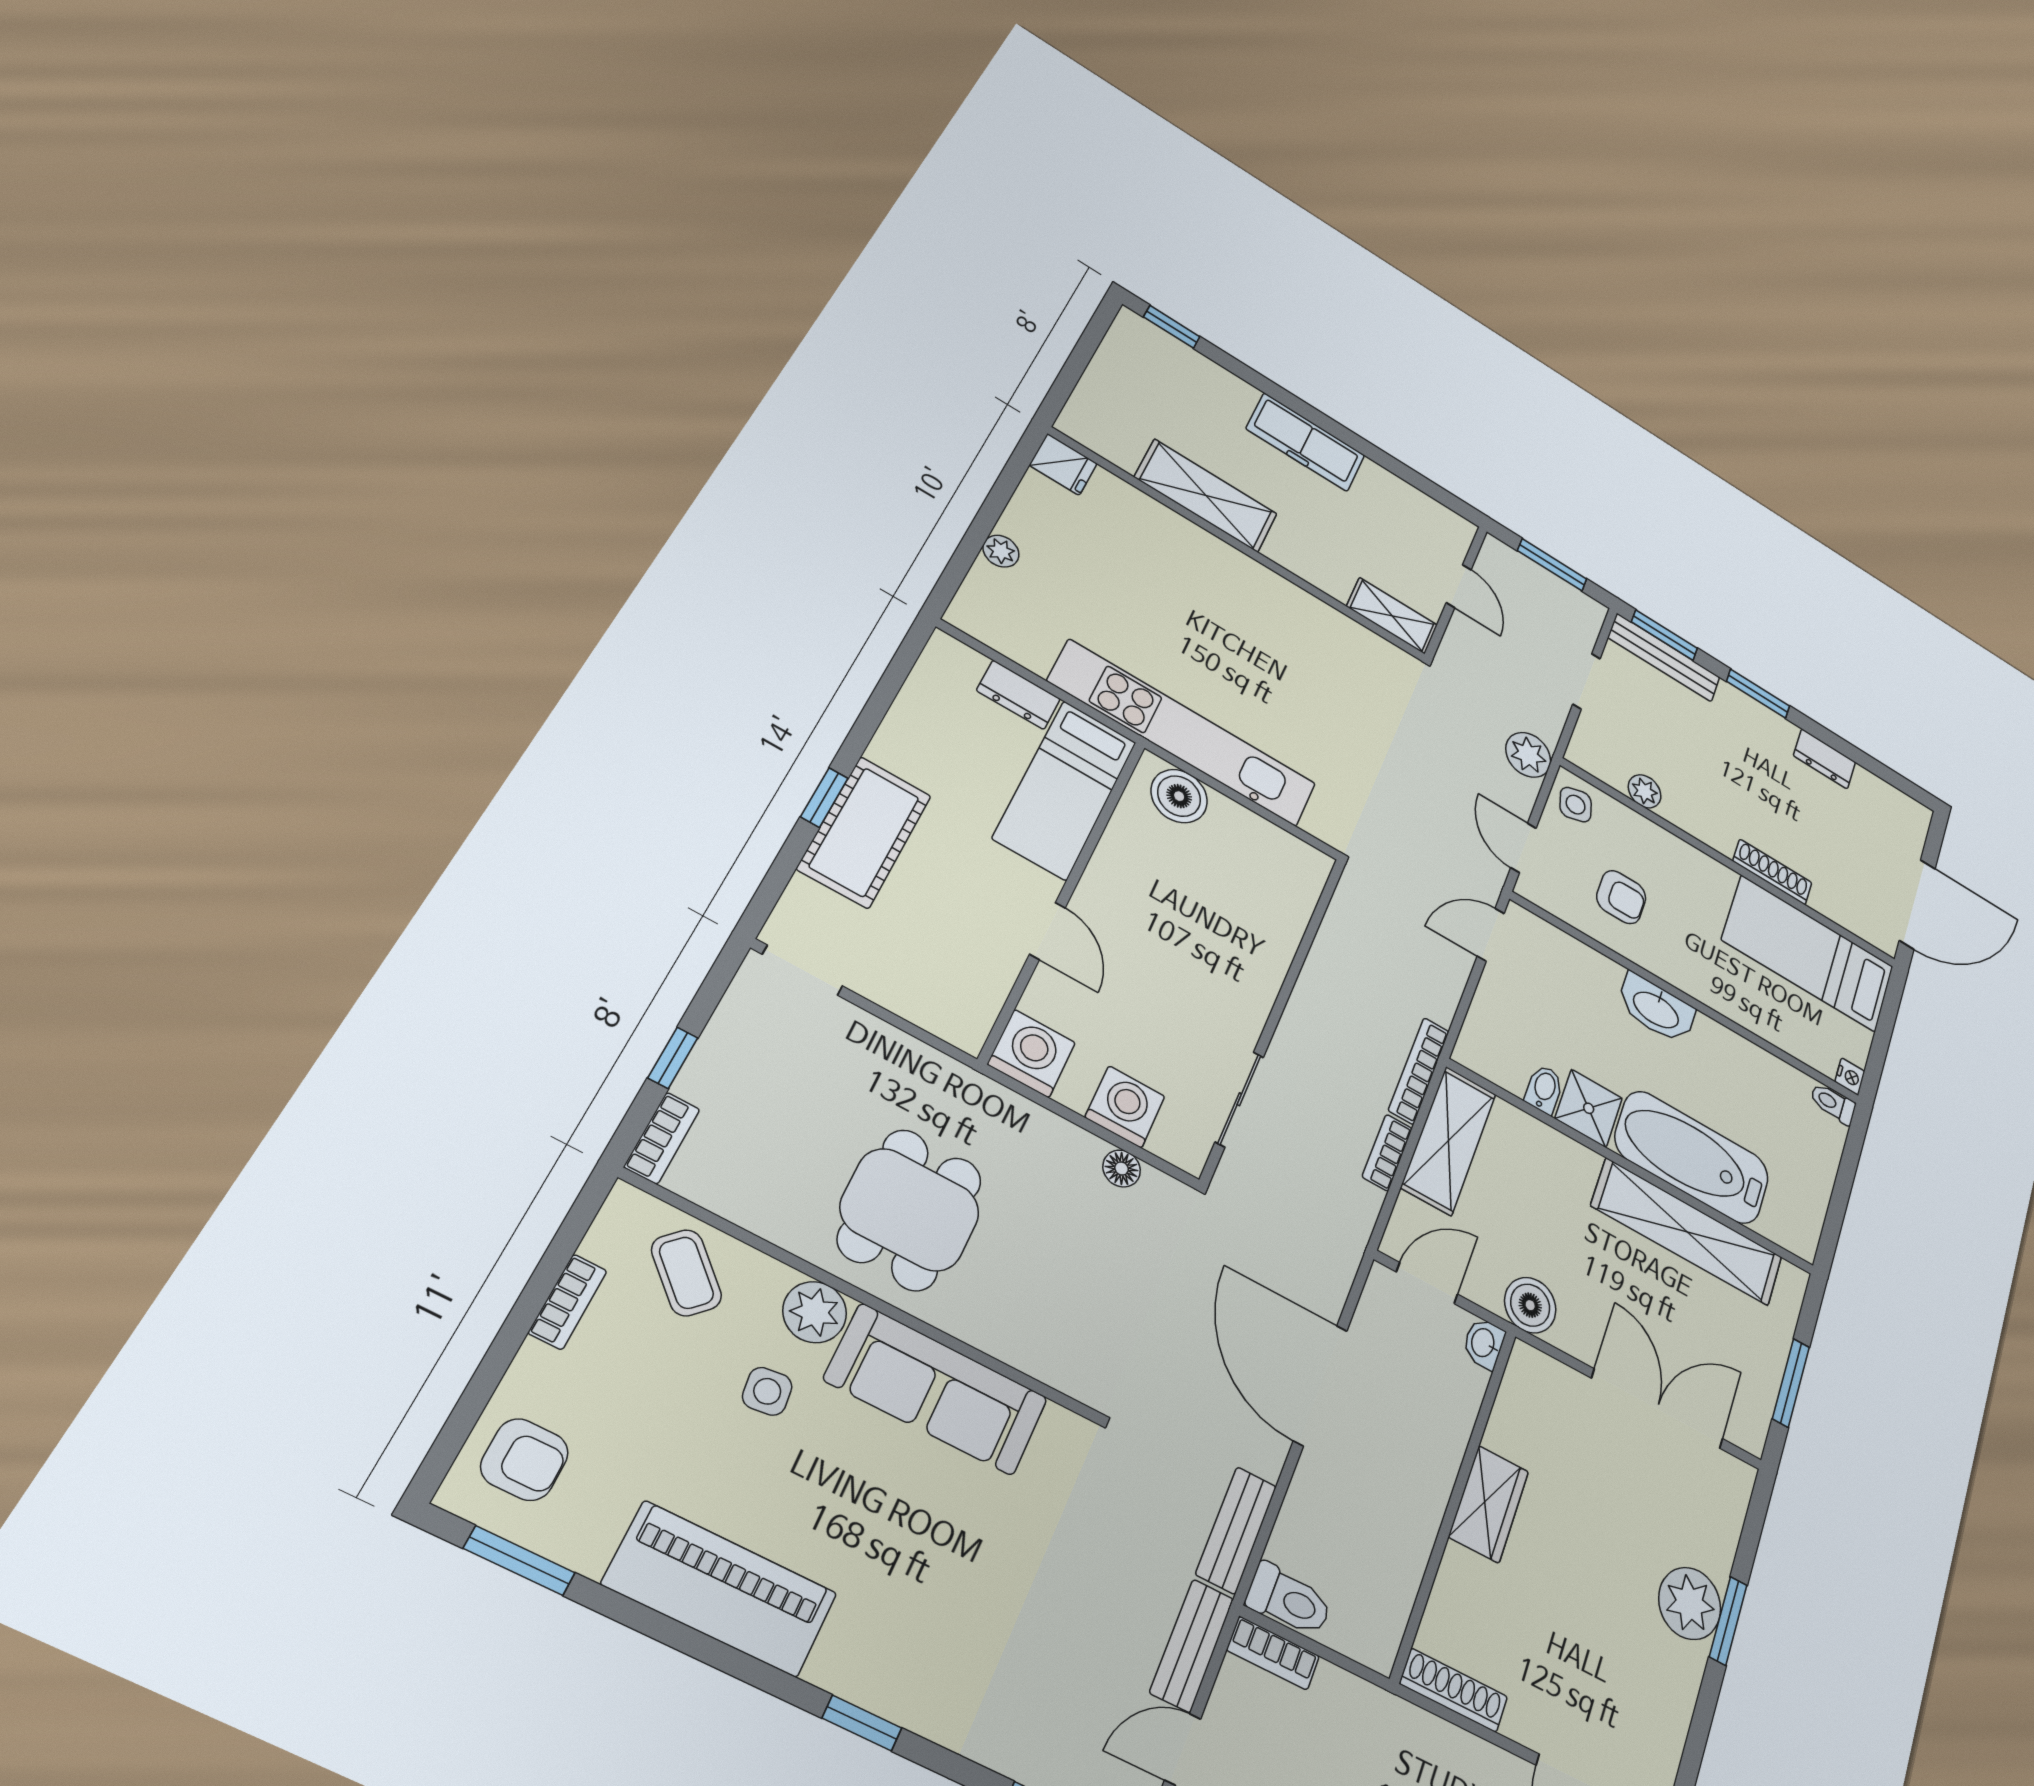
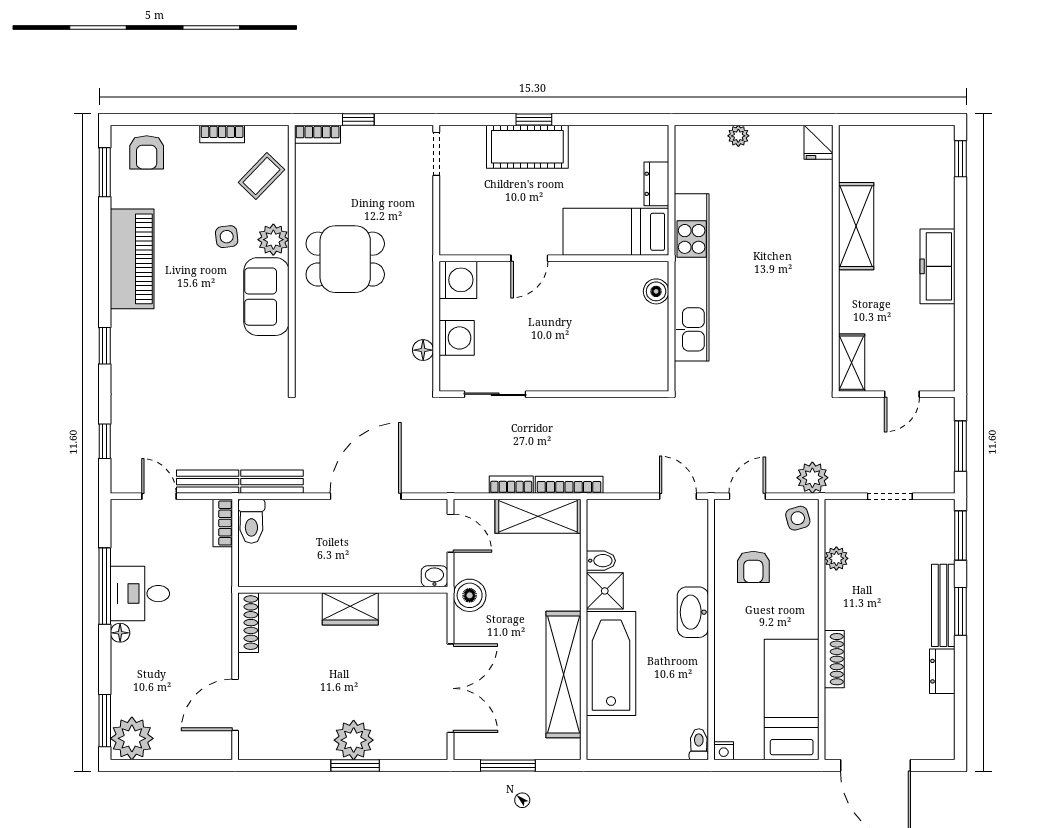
bench: (1664, 657) -> (943, 605), moved
boiler: (1179, 796) -> (656, 291), width x0.73, depth x0.73
sofa: (937, 1389) -> (266, 297), width x0.73

